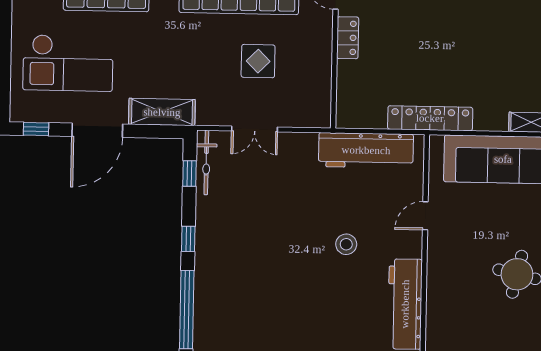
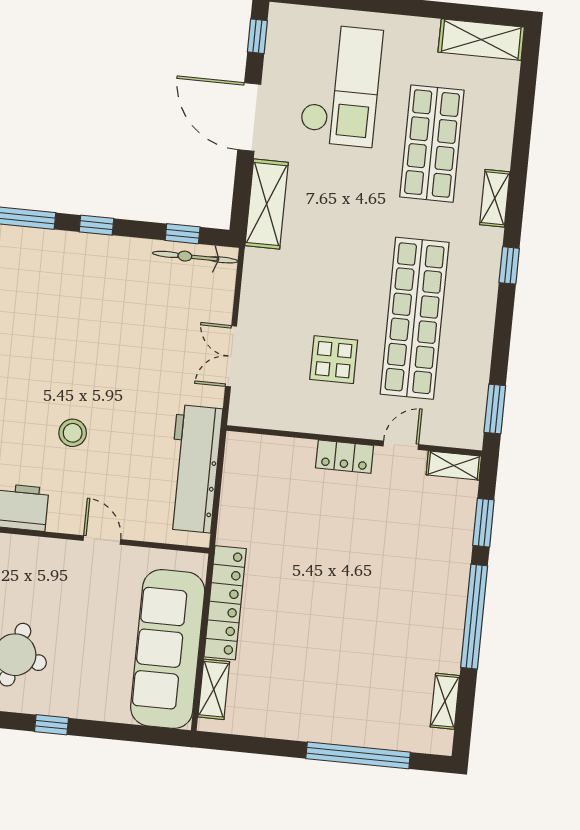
display table: (258, 61) -> (334, 360), moved
checkout: (68, 63) -> (341, 85), turned 180
locker: (430, 118) -> (225, 603), moved
double door: (255, 129) -> (231, 356), moved

